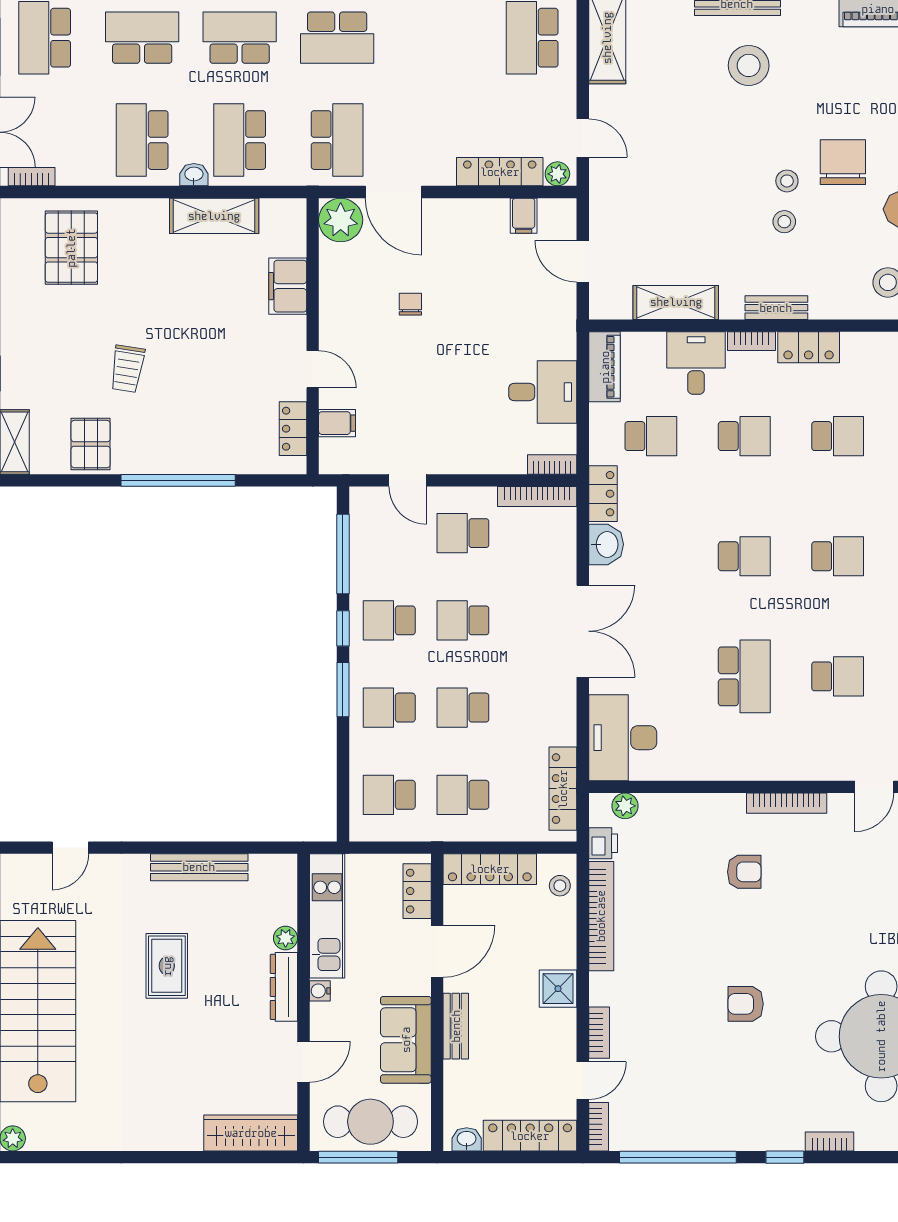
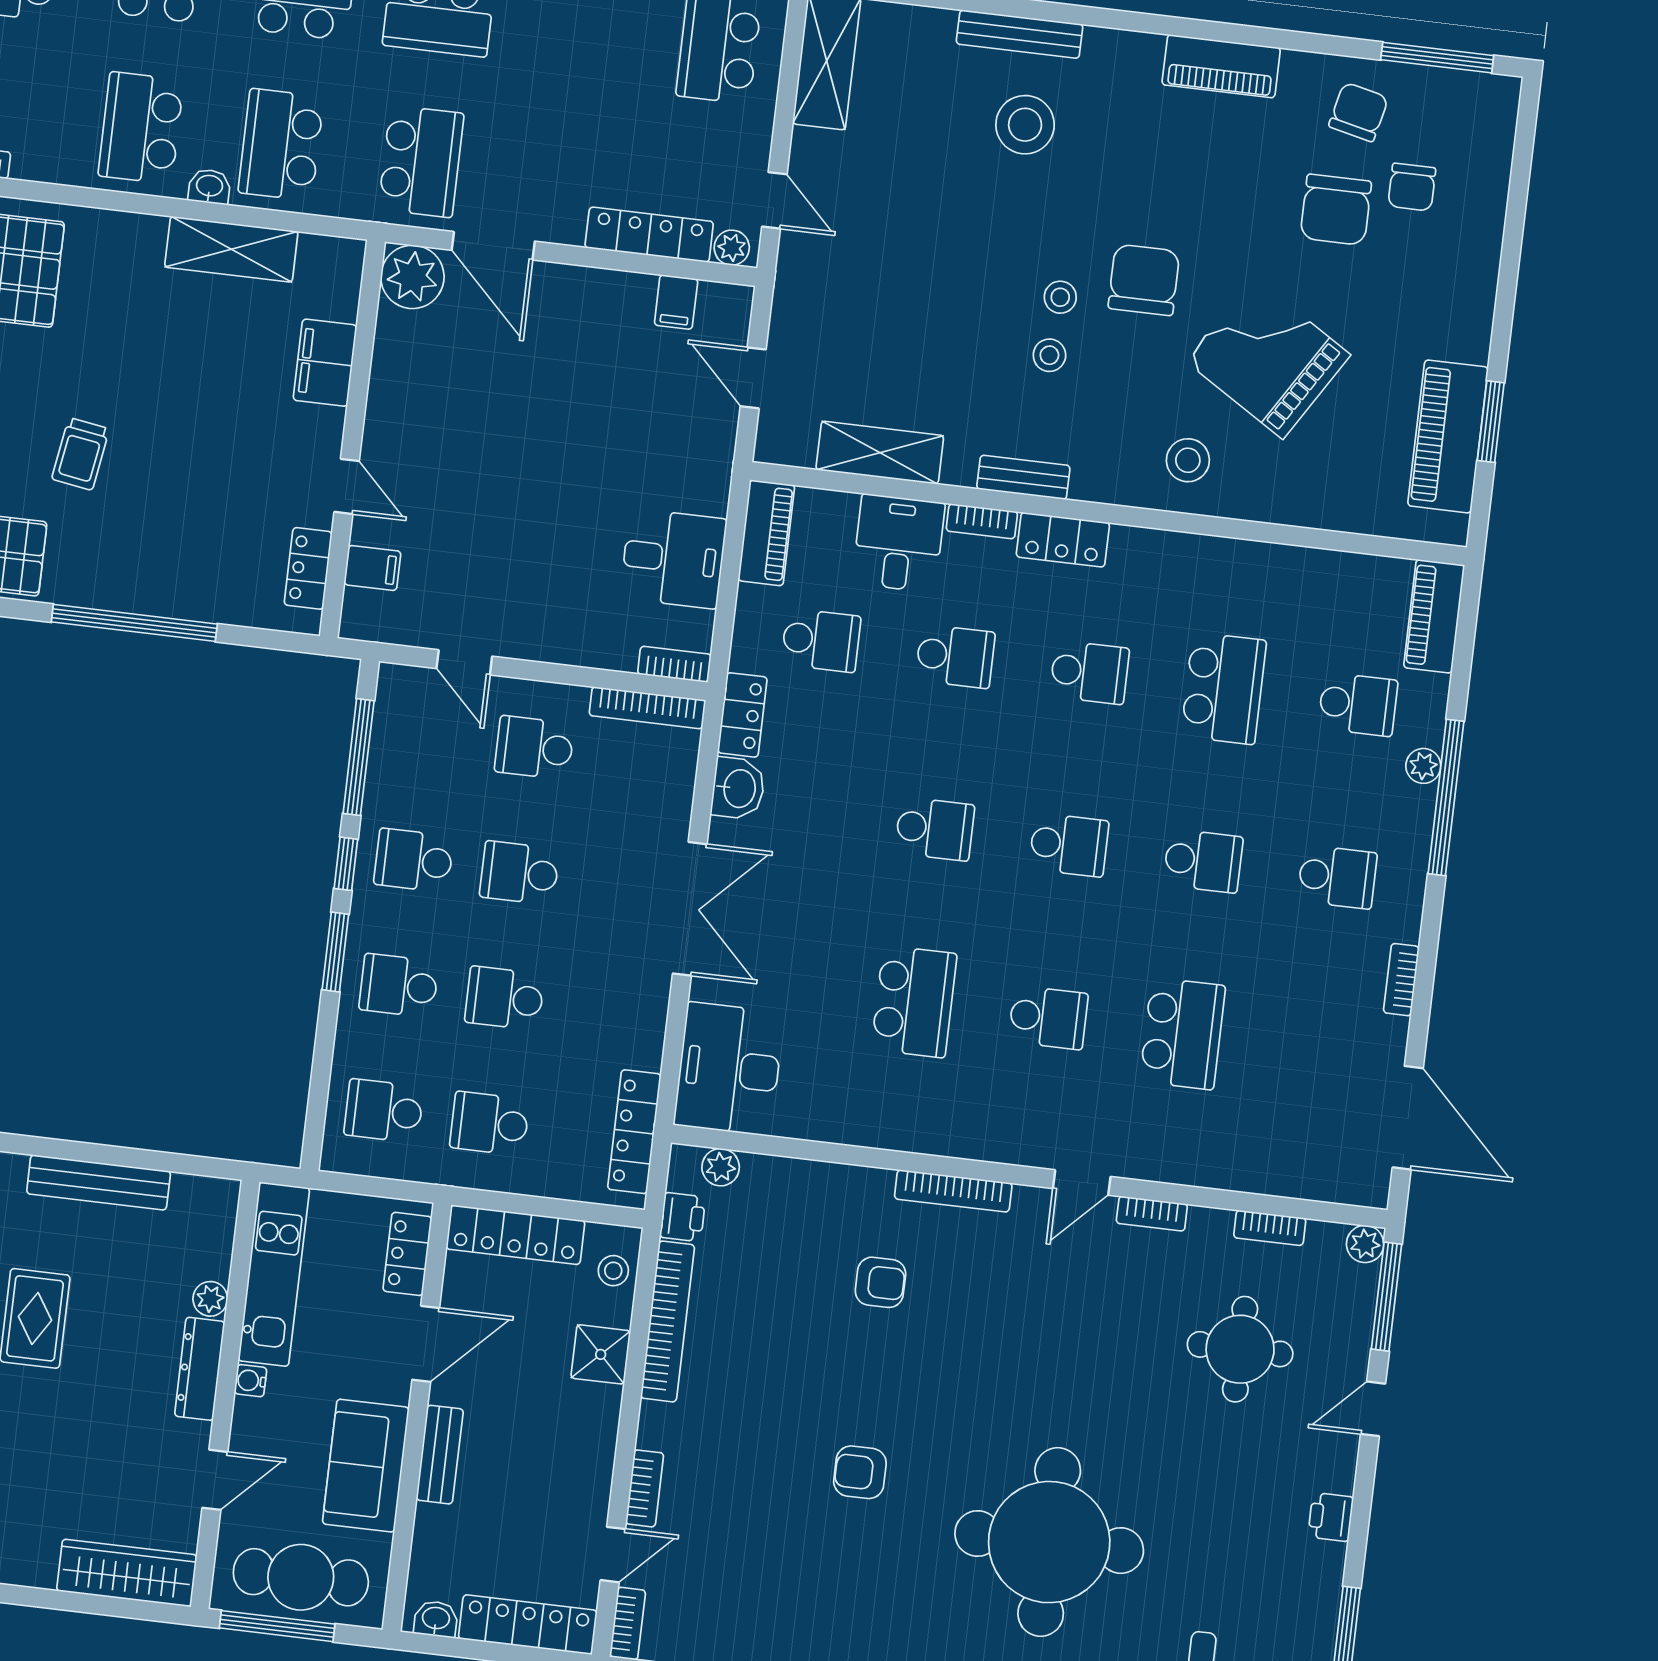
chair: (410, 304) -> (498, 410), removed
shower: (558, 989) -> (601, 1354), moved

